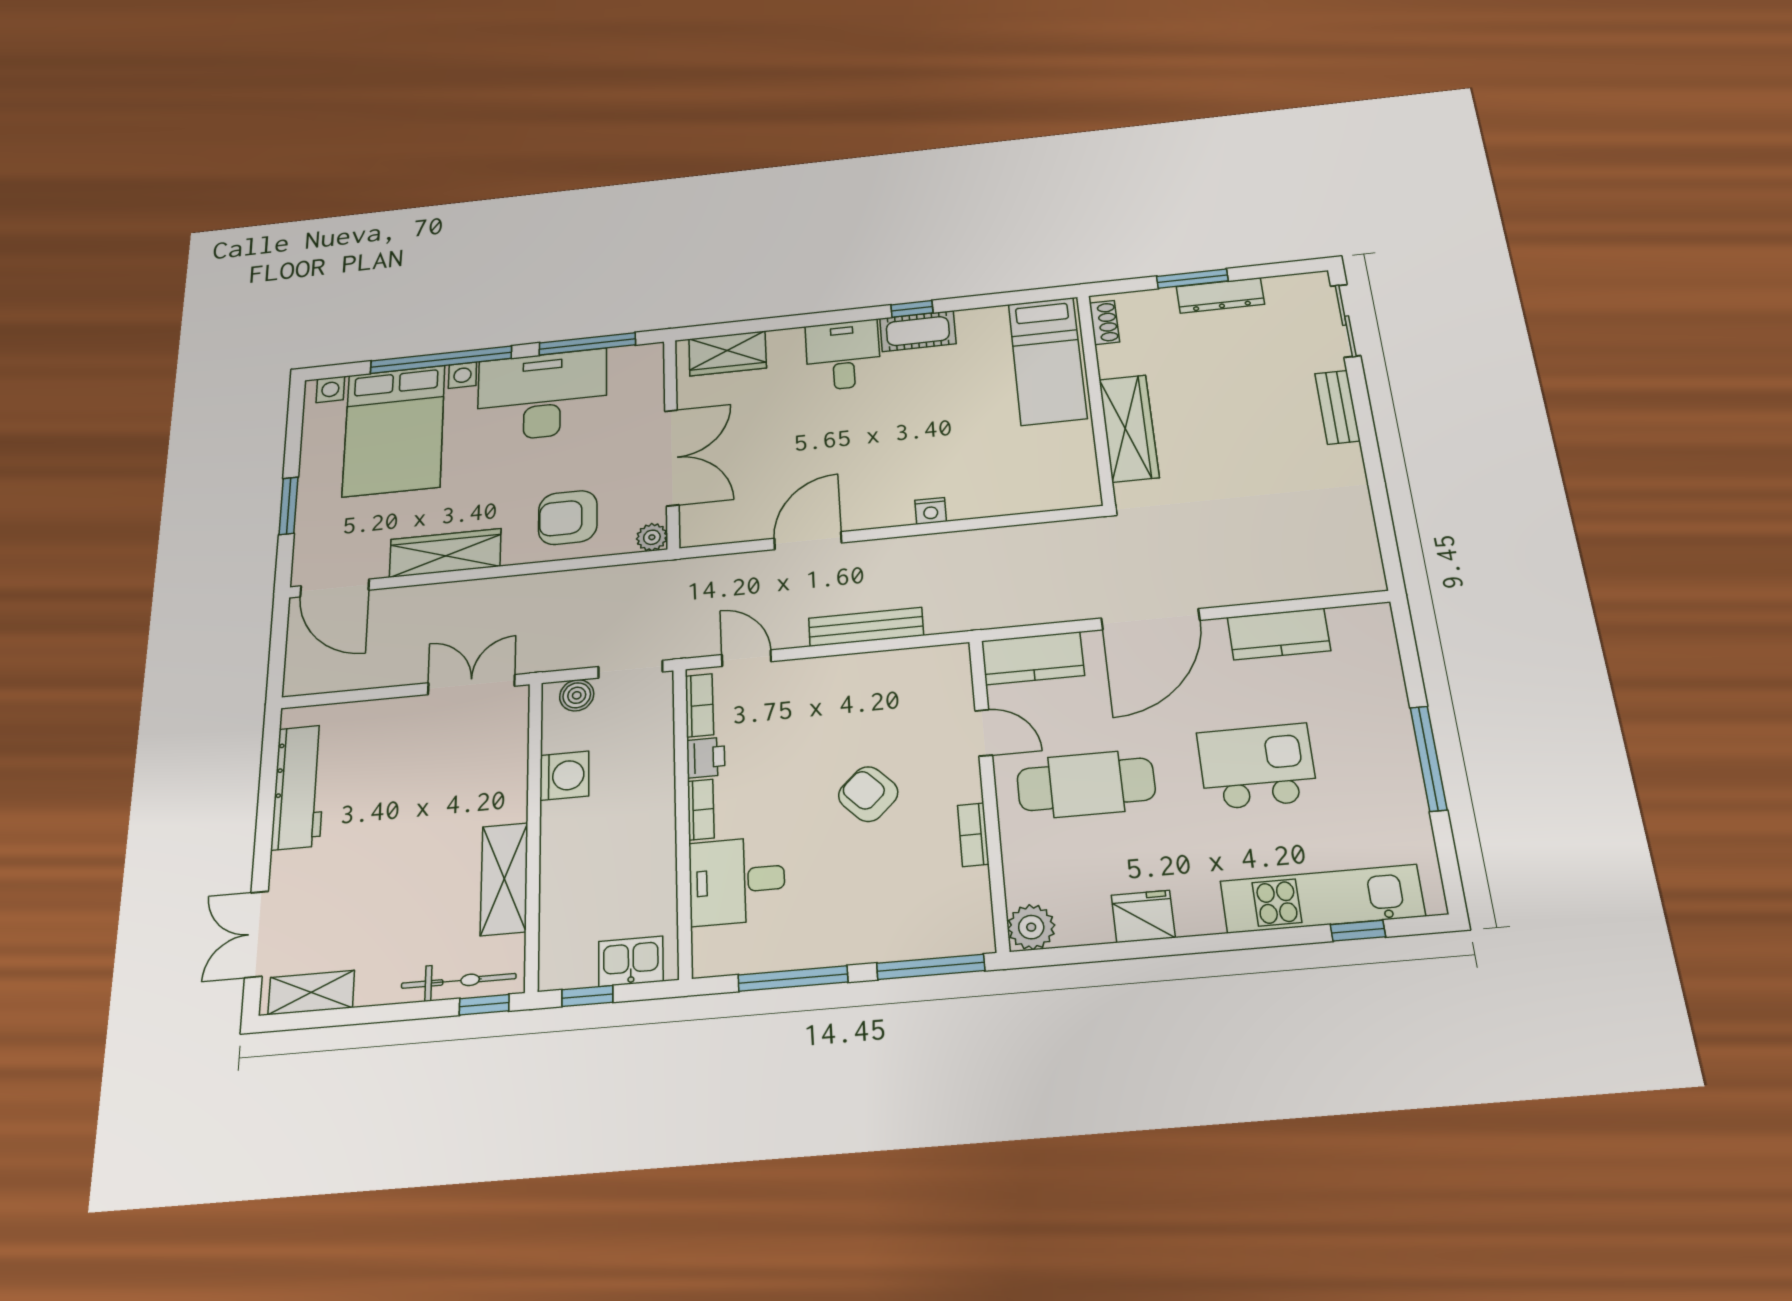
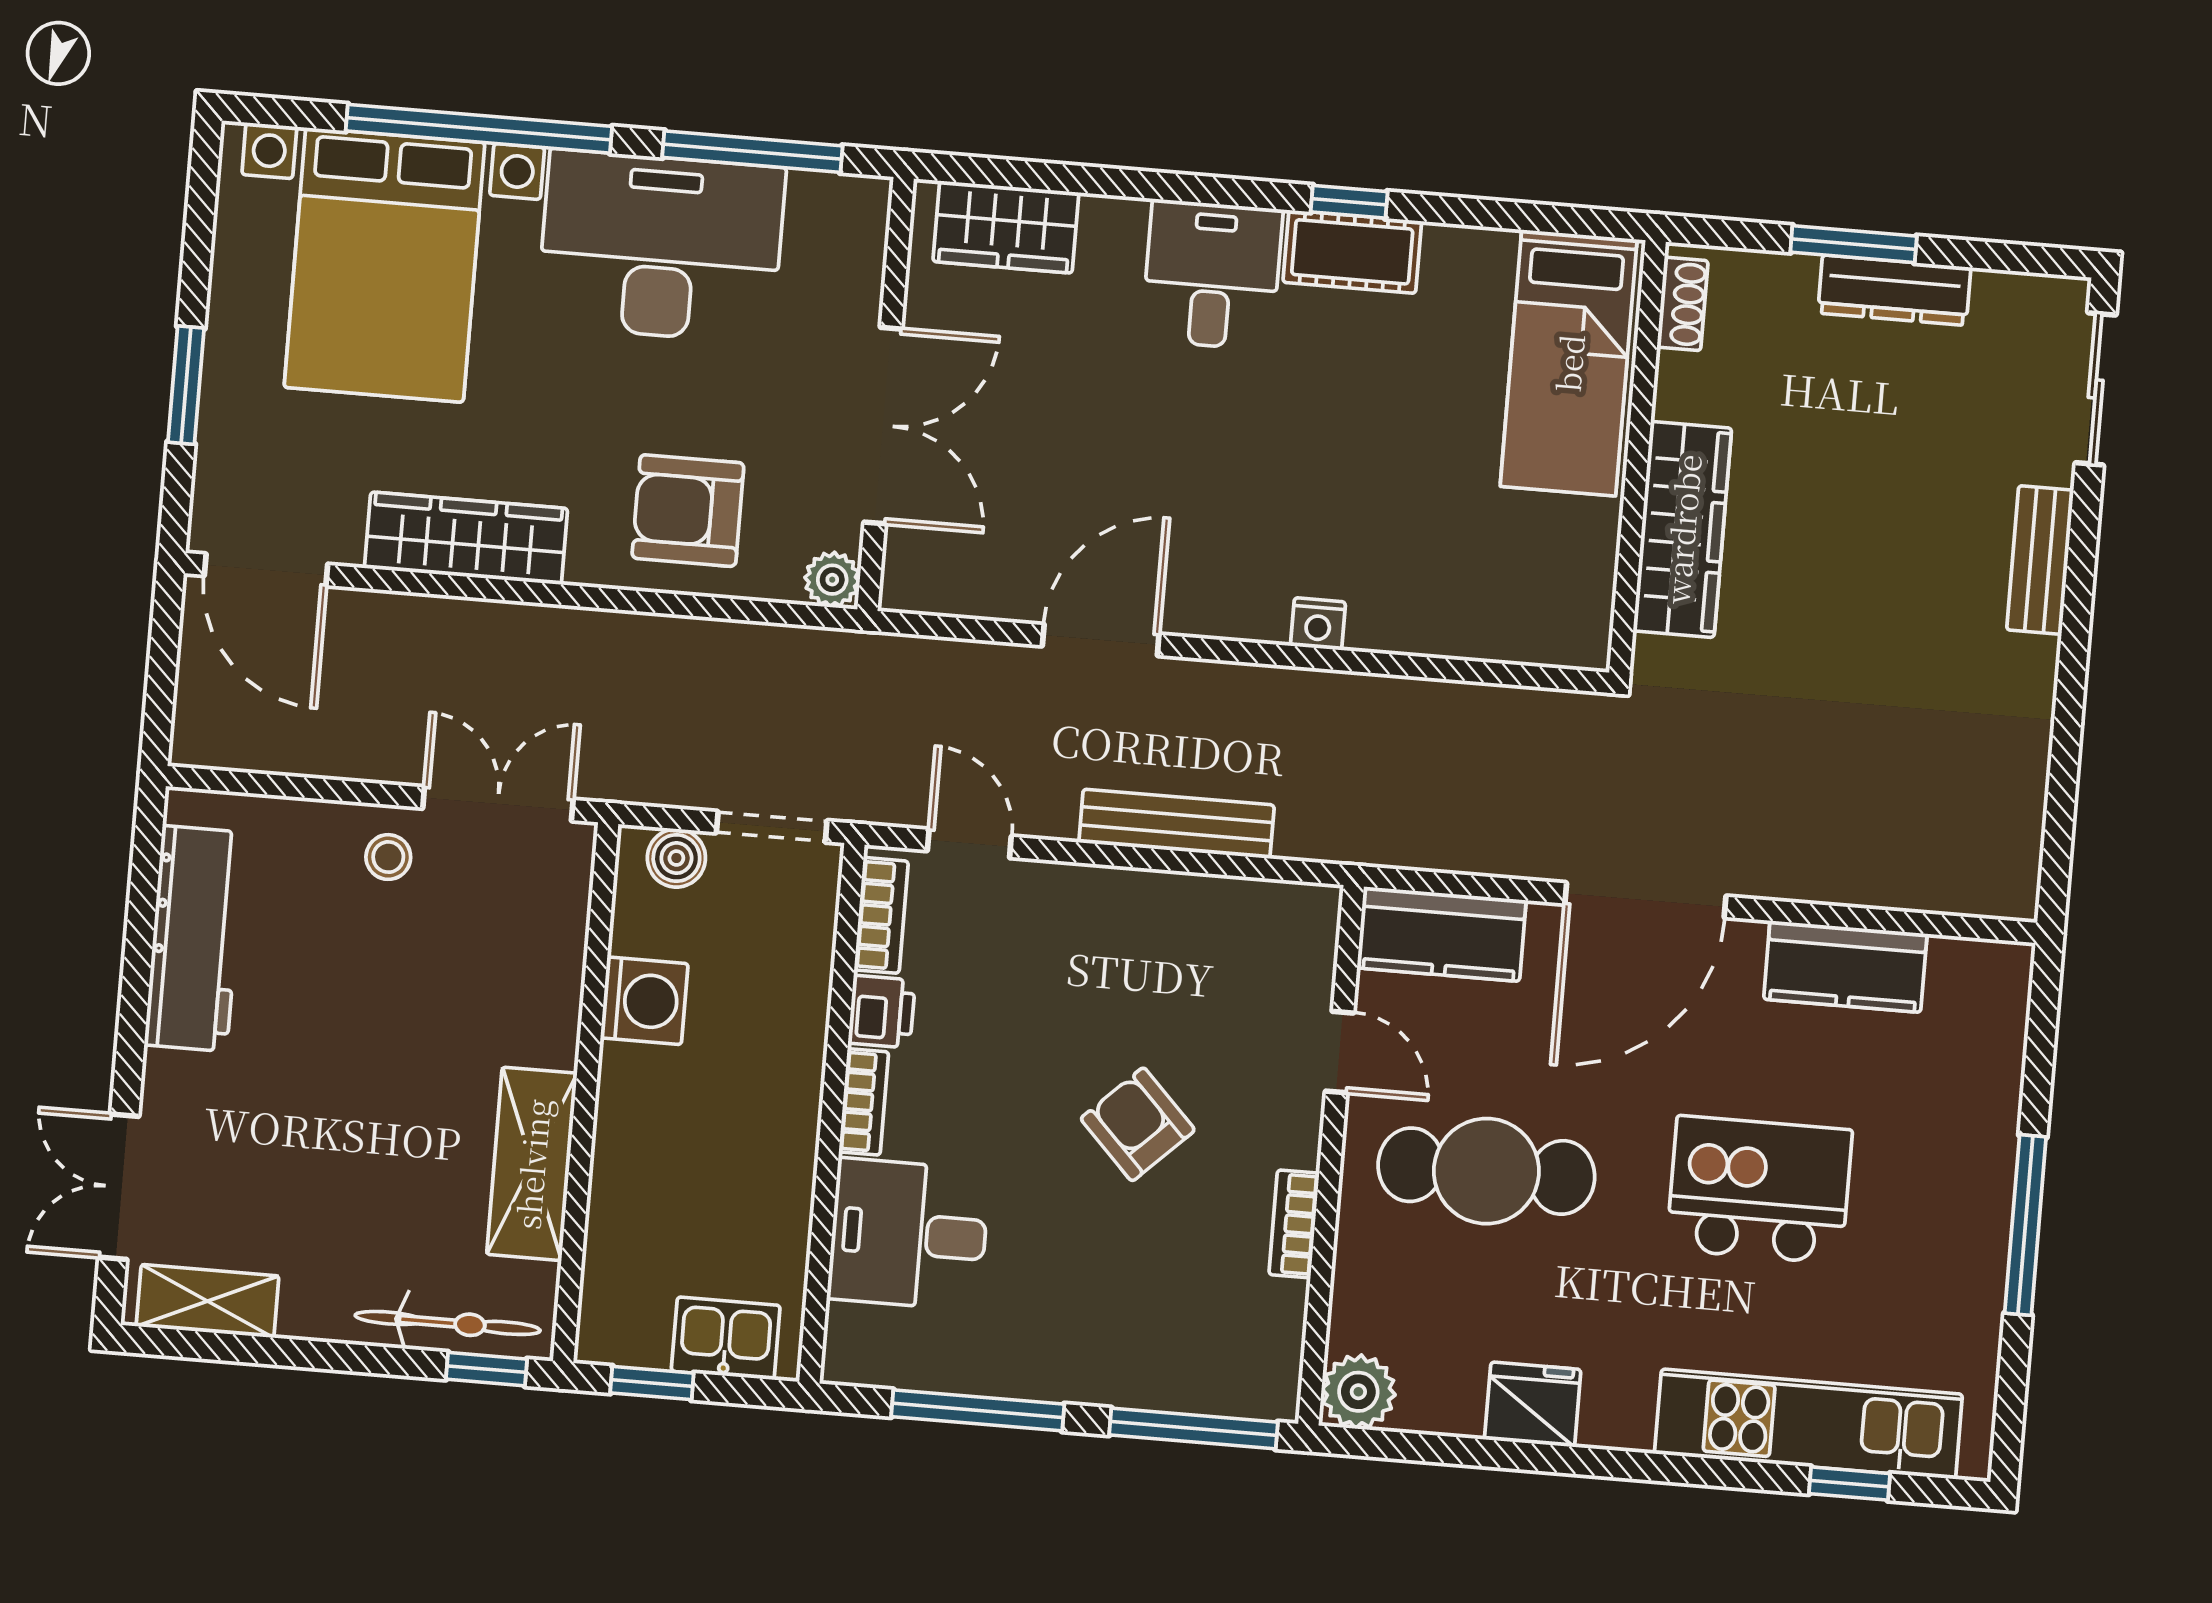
stool: (410, 724) -> (388, 857), added

